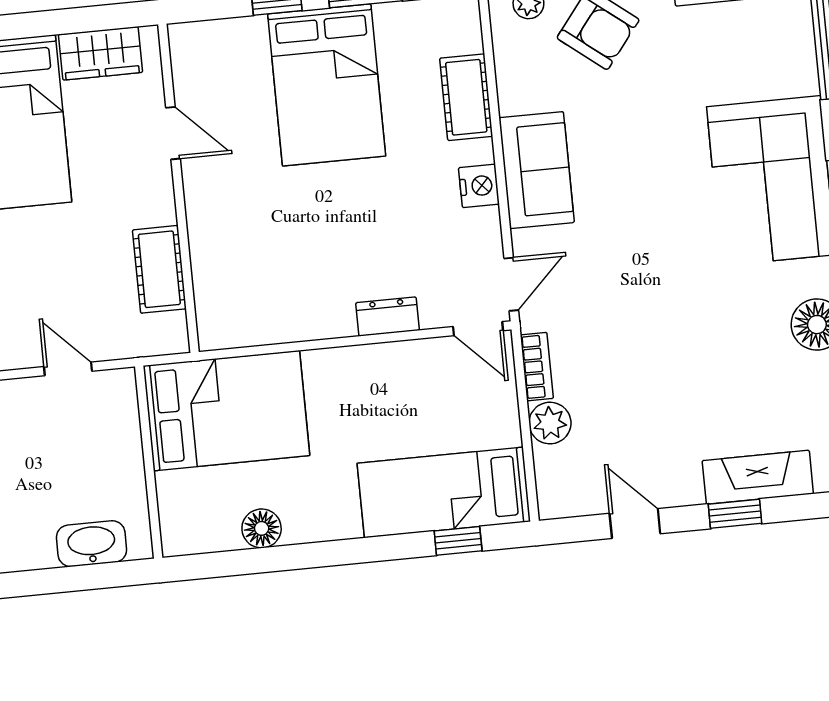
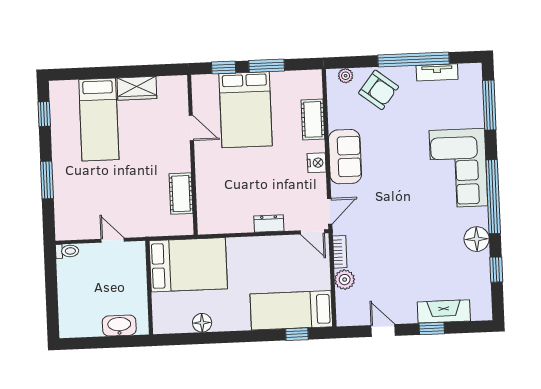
door: (173, 133) -> (191, 128), moved
wall: (178, 188) -> (192, 155), moved
cot: (159, 269) -> (181, 194), moved

